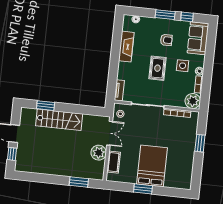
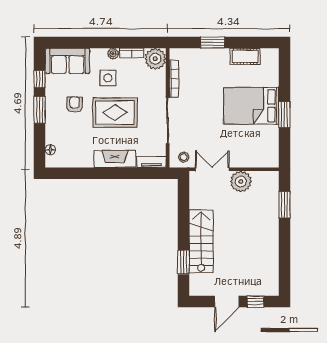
fireplace: (126, 47) -> (115, 159), moved
rug: (157, 68) -> (115, 113), width x1.36, depth x1.43
cot: (114, 162) -> (245, 56), moved

